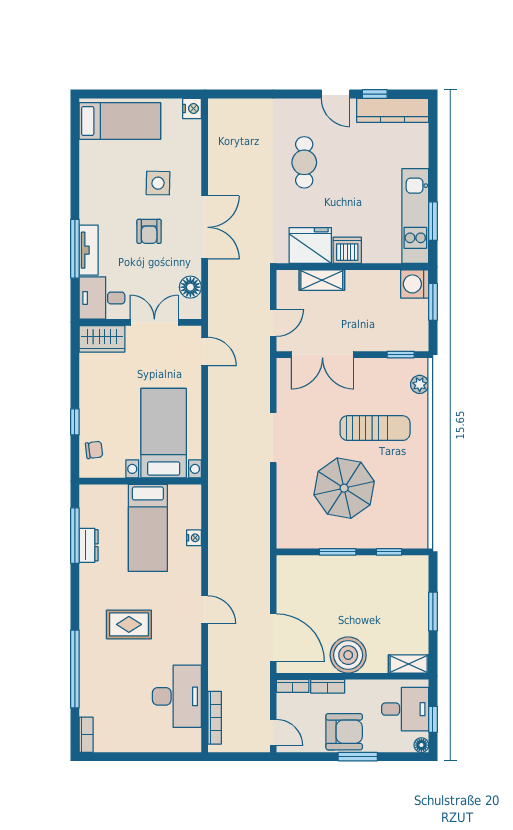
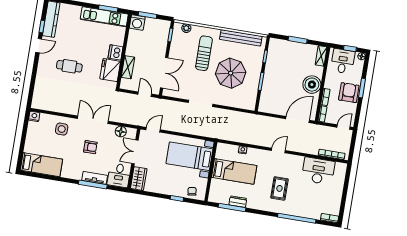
bed: (120, 121) -> (41, 165), moved, turned 90
side table: (158, 183) -> (62, 129), moved
bench: (418, 497) -> (241, 38), added

